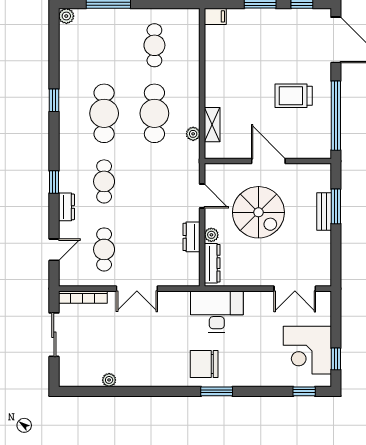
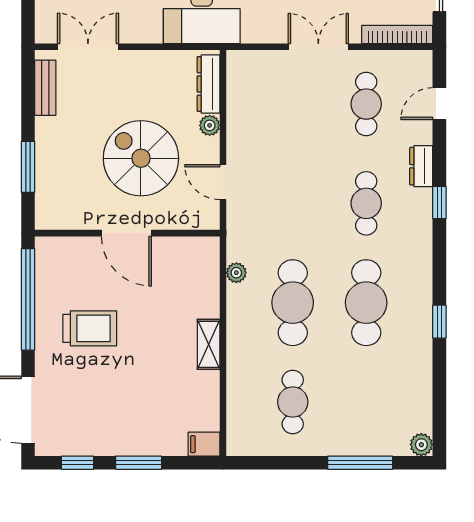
shelving: (212, 125) -> (209, 344), moved
bench: (324, 211) -> (45, 88), moved
dresser: (192, 237) -> (239, 122), removed

